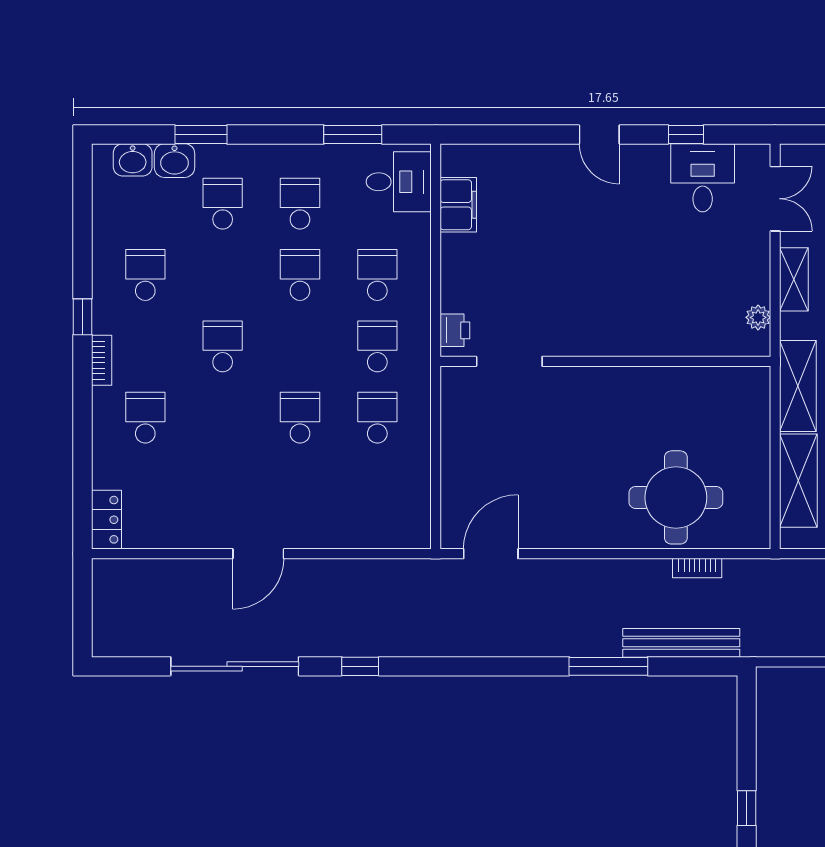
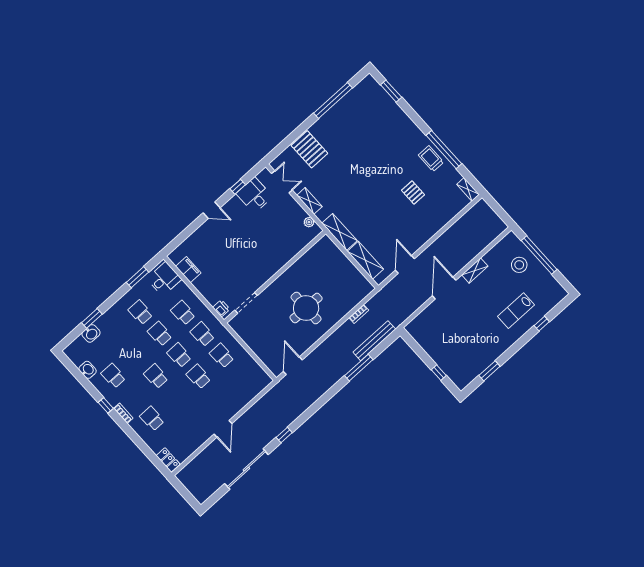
washbasin: (133, 160) -> (88, 370), moved, turned -90
school desk: (223, 204) -> (179, 355), moved
round table: (676, 497) -> (306, 308), moved

